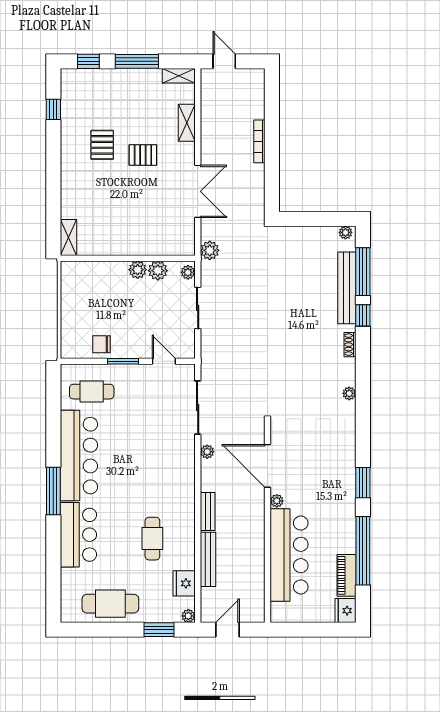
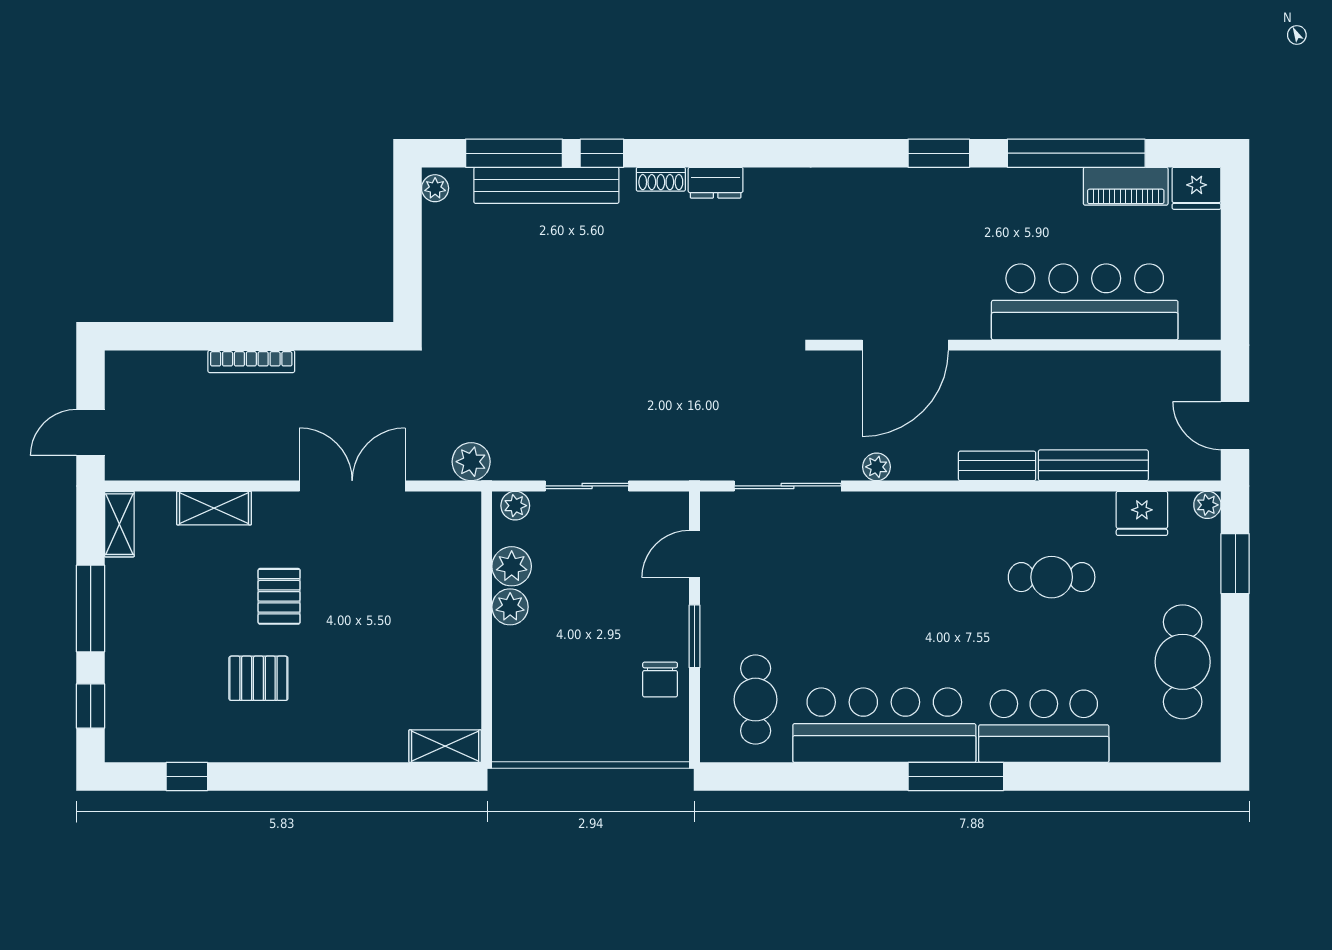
dresser: (348, 372) -> (716, 183), added
plant: (349, 393) -> (759, 181), removed
plant: (277, 501) -> (976, 327), removed

